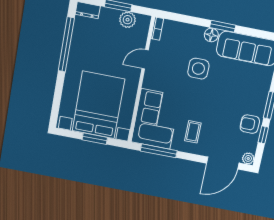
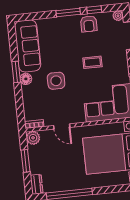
plant: (128, 20) -> (33, 138), moved
coffee table: (193, 132) -> (92, 62), moved

